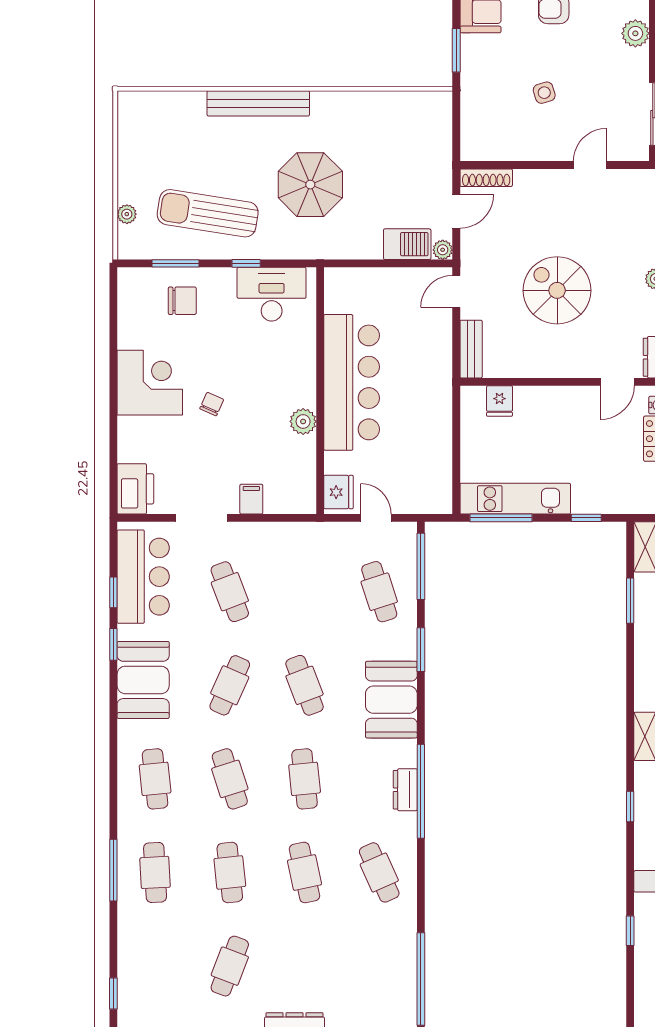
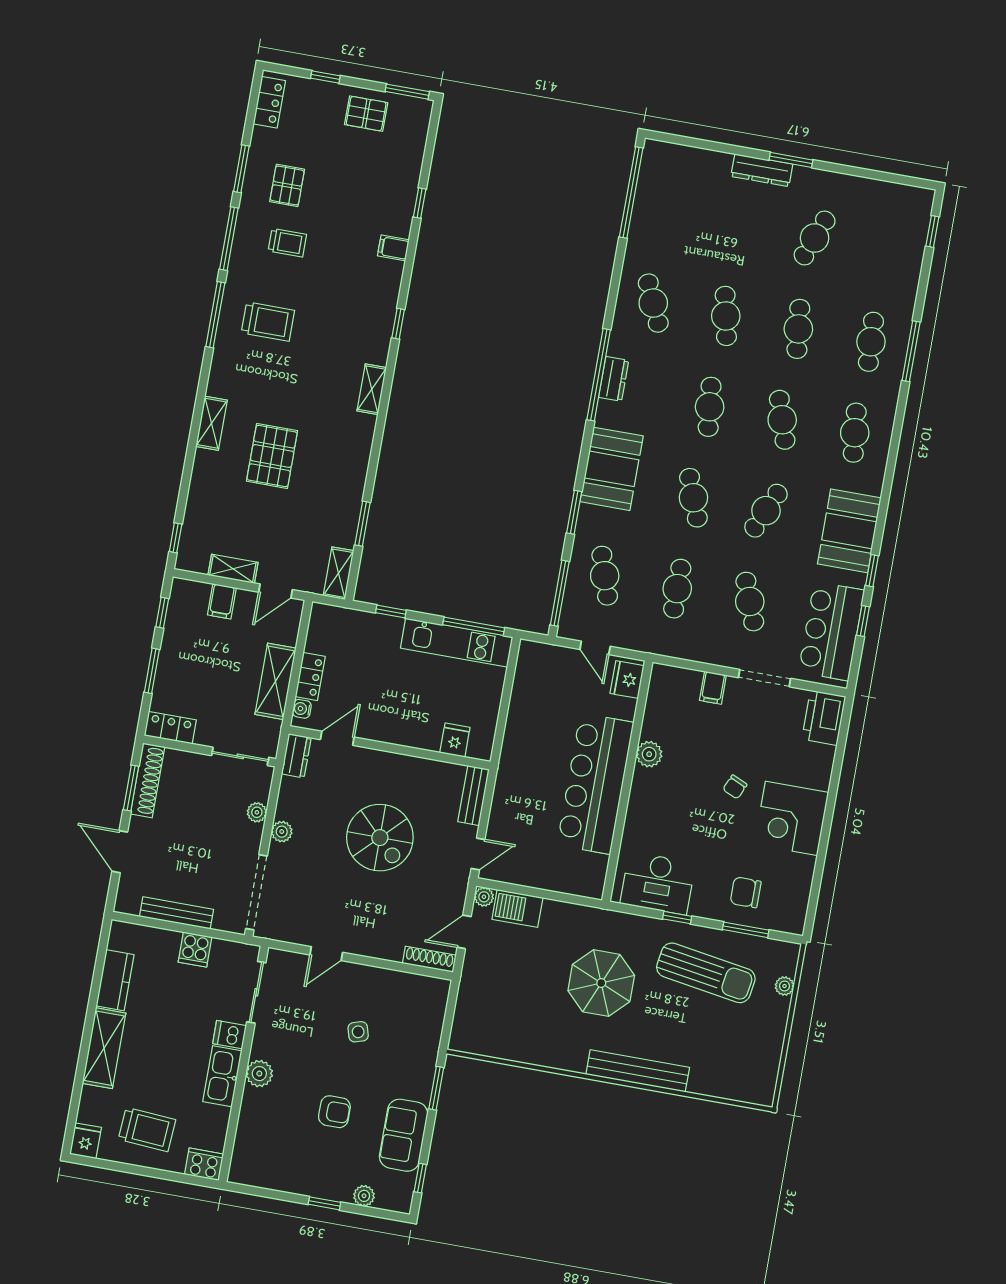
cafe table: (305, 592) -> (677, 589), added

